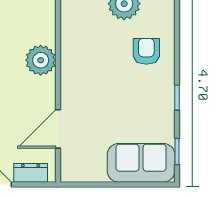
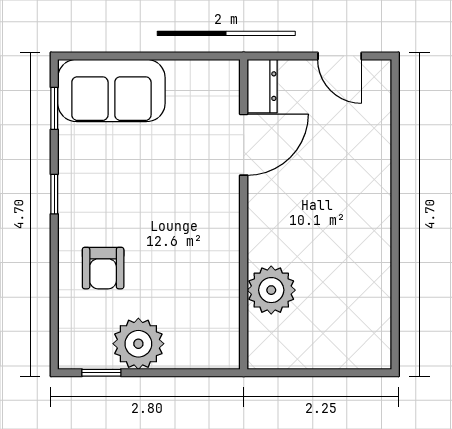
plant: (41, 60) -> (271, 290), moved
dresser: (31, 173) -> (262, 86), moved, turned -90

